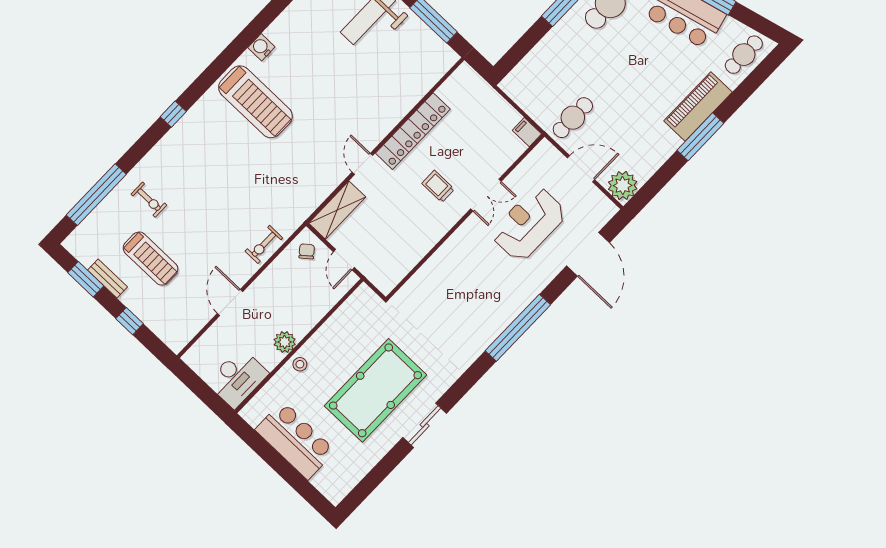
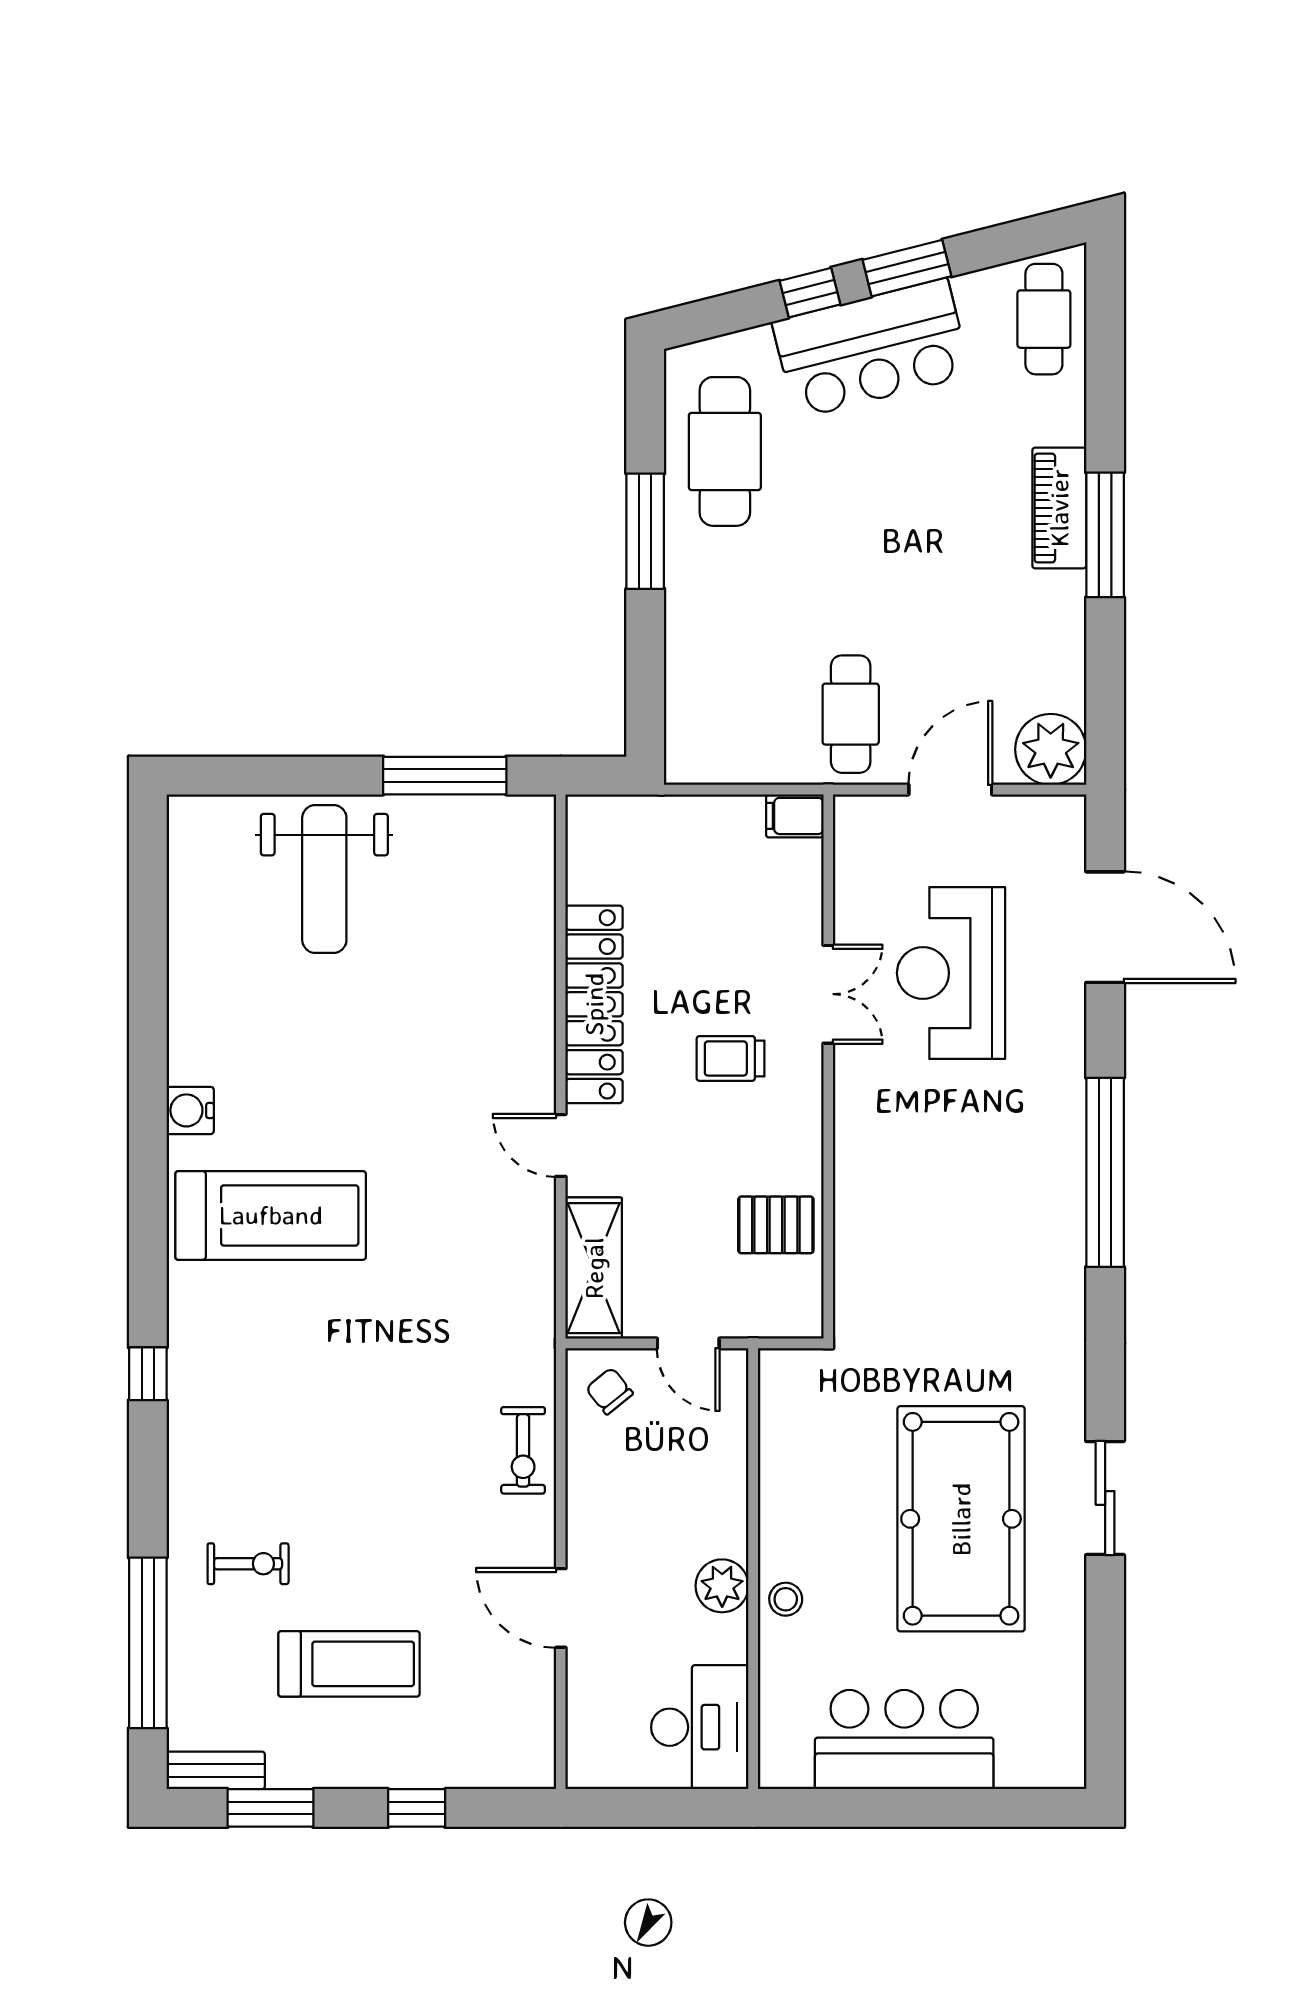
piano: (698, 106) -> (1059, 508), width x0.73, depth x0.75
pallet: (404, 249) -> (776, 1225), added
bench: (107, 278) -> (216, 1770), moved

